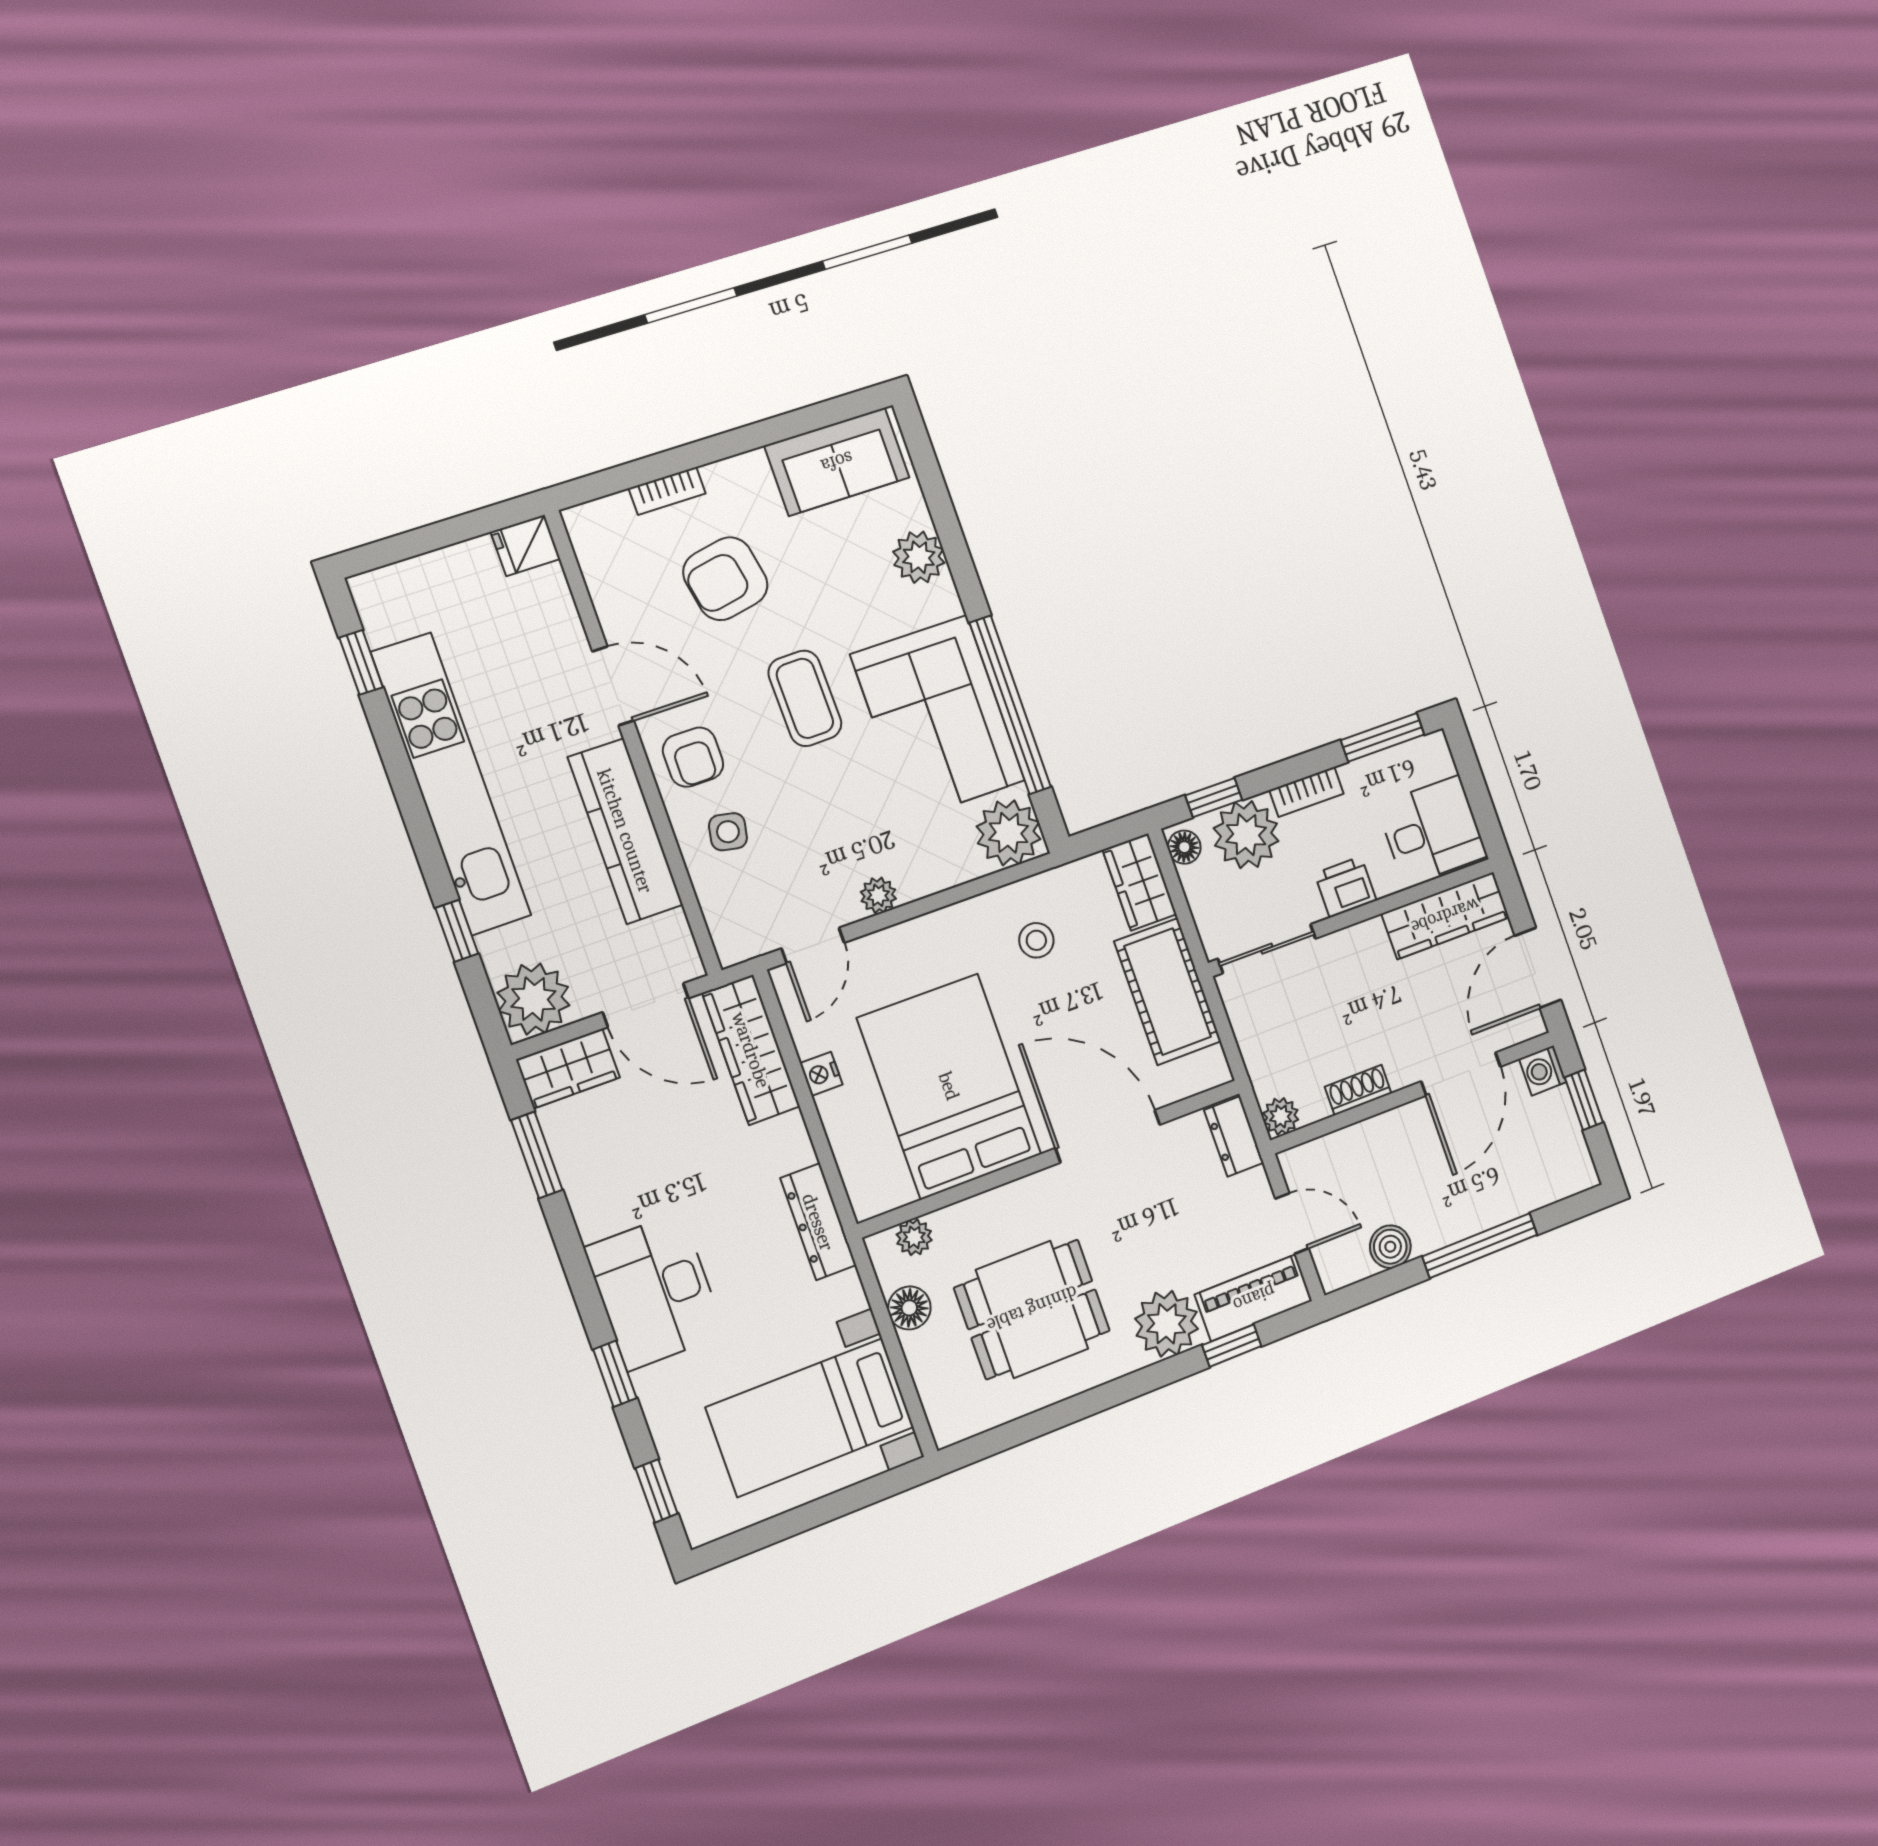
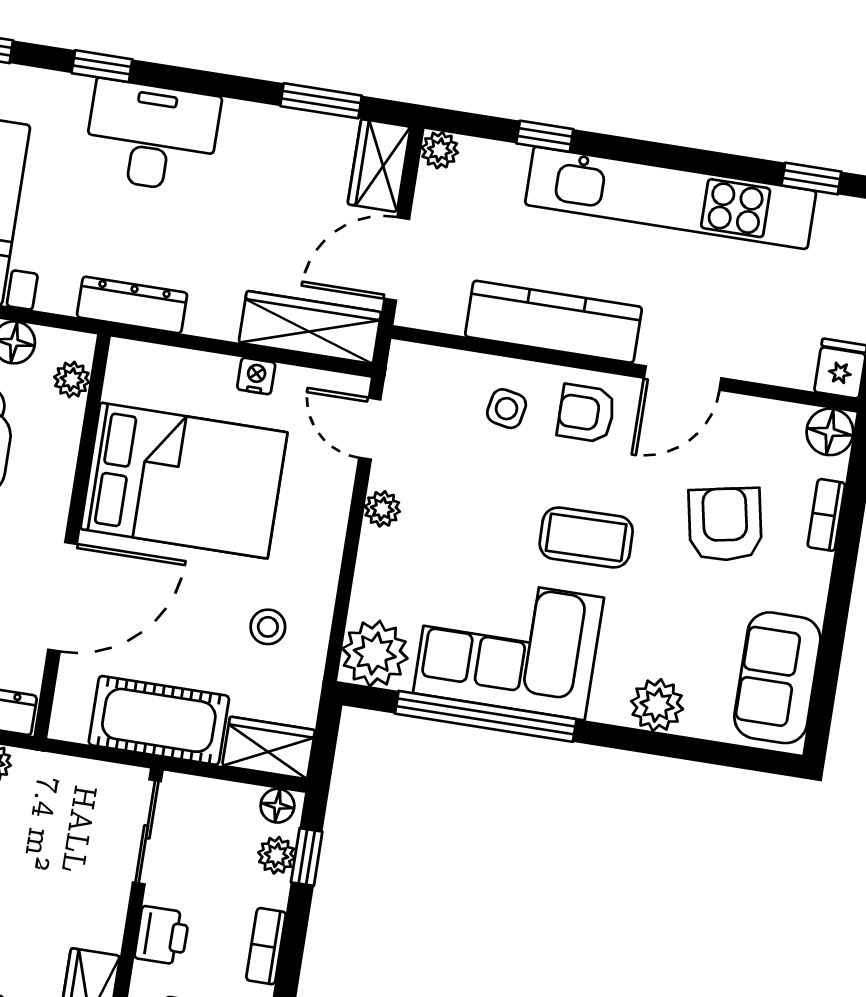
floor lamp: (589, 526) -> (830, 432), added
plant: (1246, 835) -> (276, 855), width x0.53, depth x0.53
plant: (534, 999) -> (440, 150), width x0.53, depth x0.53

